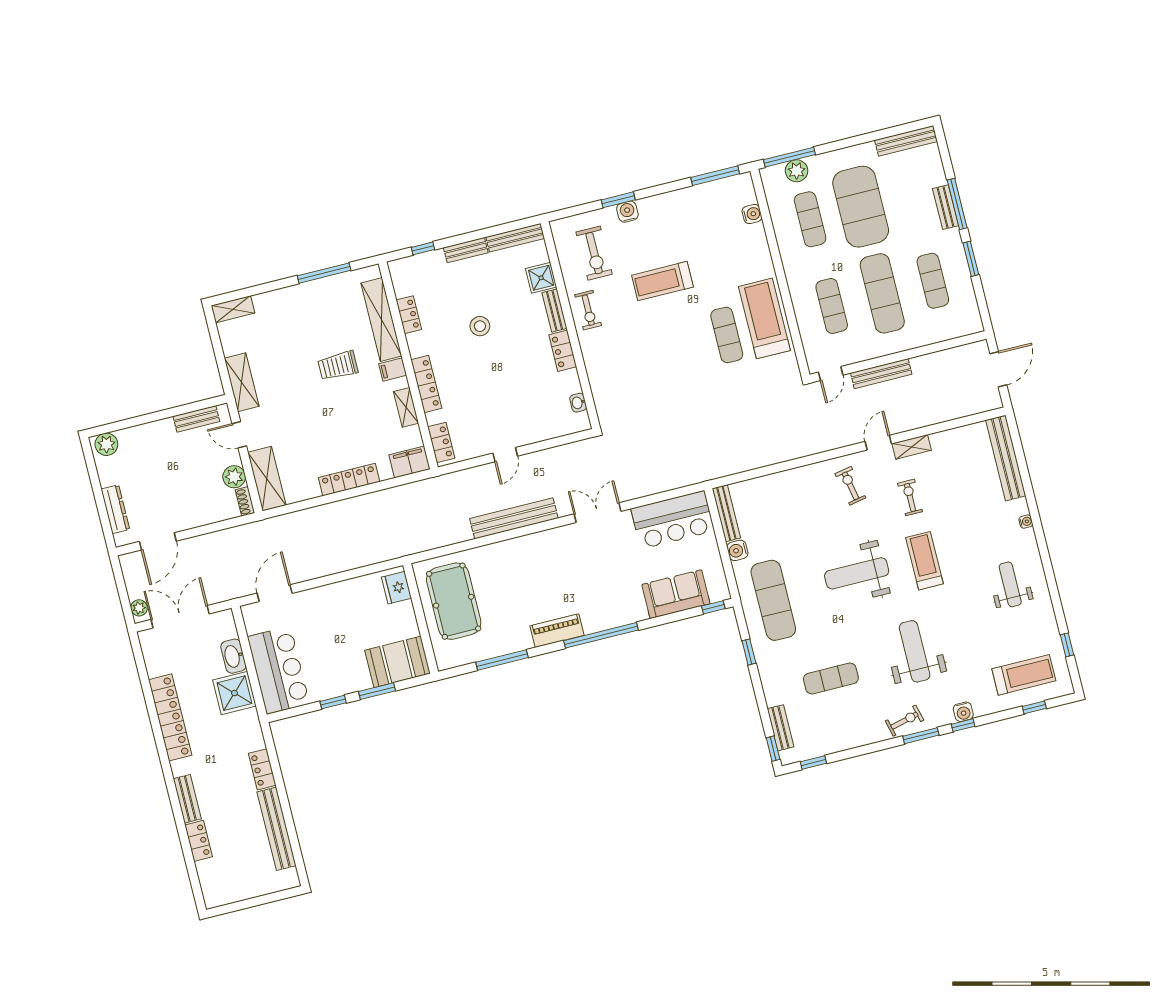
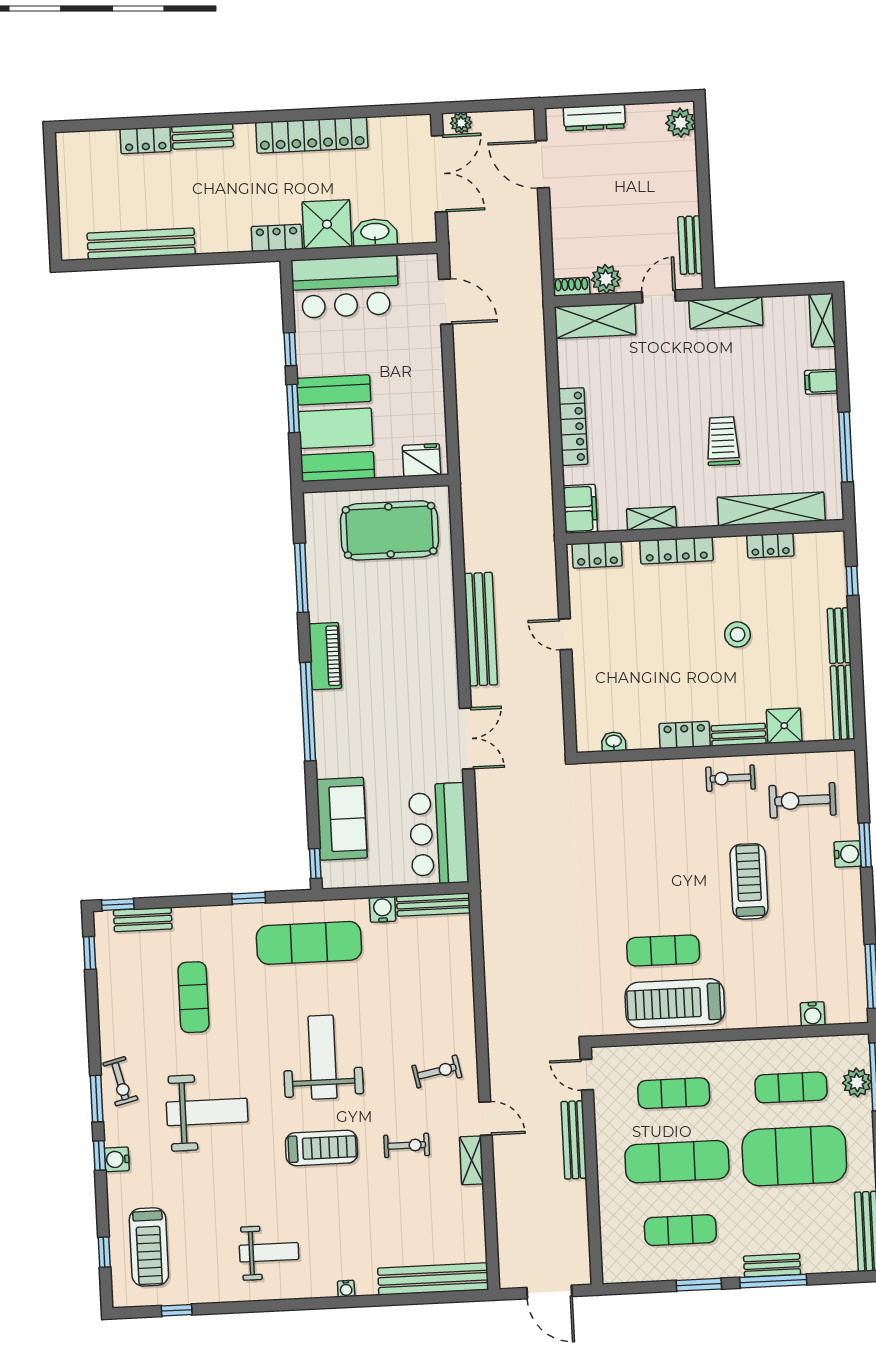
treadmill: (764, 318) -> (675, 1003), turned 180
filing cabinet: (393, 370) -> (821, 382), moved, turned -90
booth: (398, 662) -> (336, 428), width x1.36, depth x1.42
locker: (262, 769) -> (277, 238), moved

